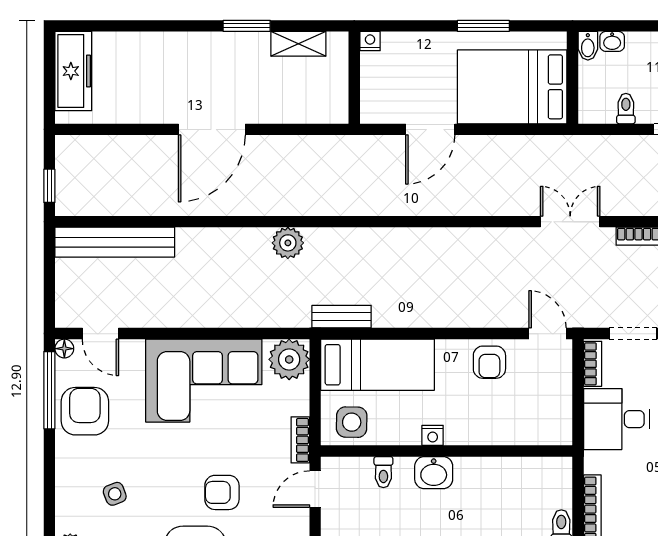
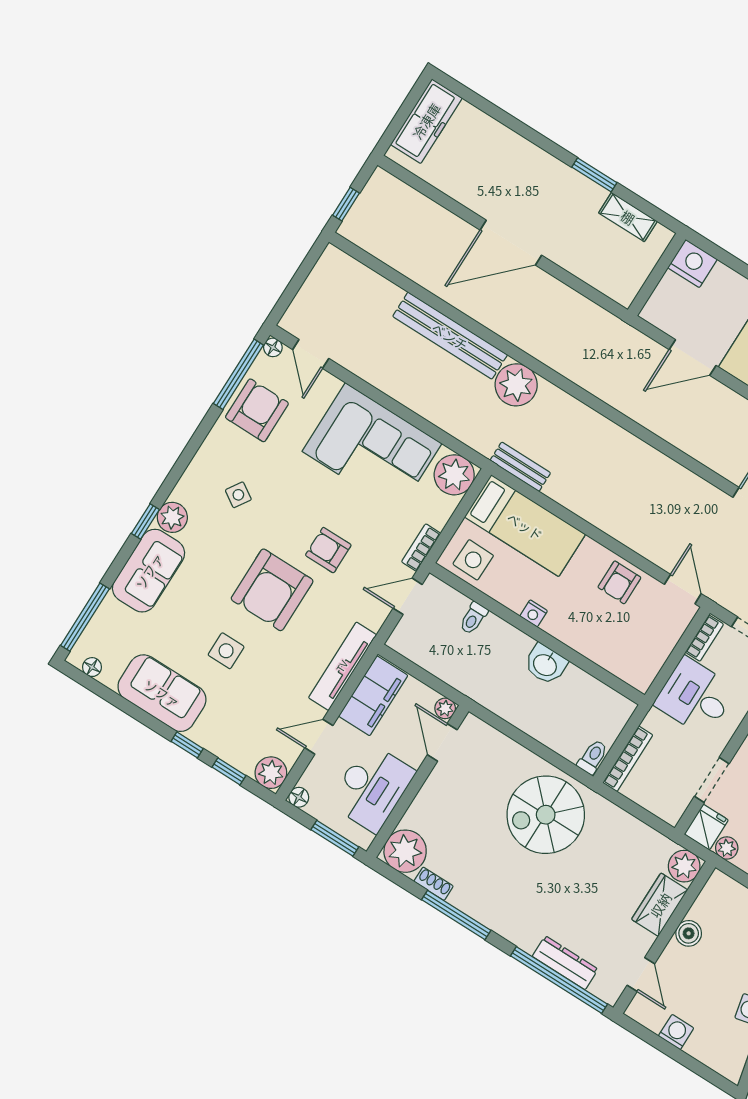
nightstand: (370, 41) -> (692, 263), width x1.89, depth x1.79
bench: (115, 242) -> (450, 336), moved
plant: (288, 243) -> (516, 385), width x1.36, depth x1.36
washbasin: (434, 473) -> (545, 664), moved
side table: (115, 494) -> (238, 495), turned -36

